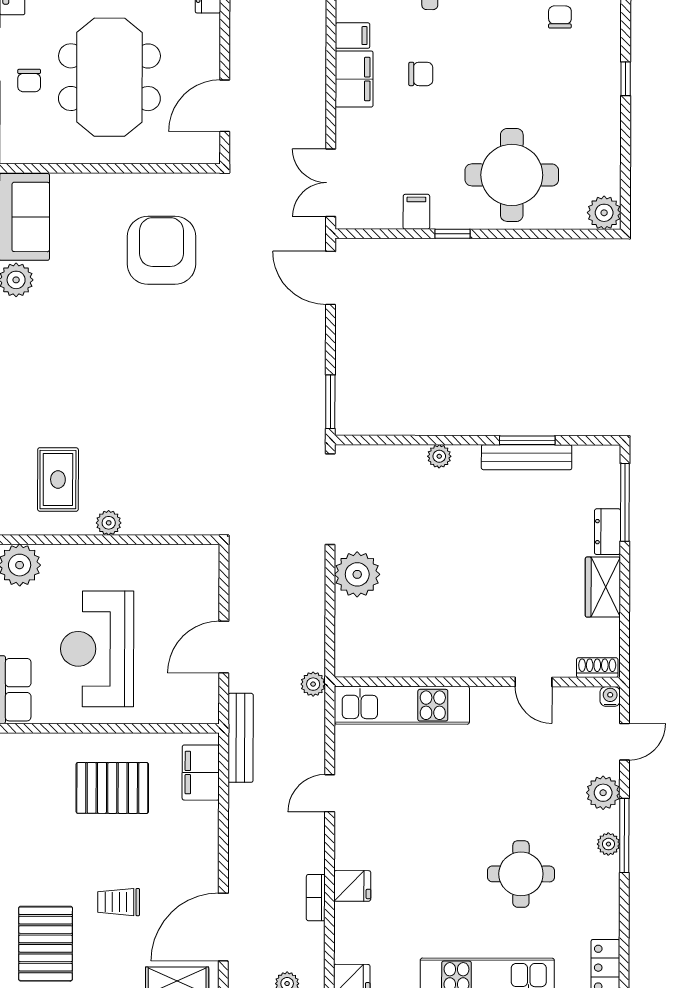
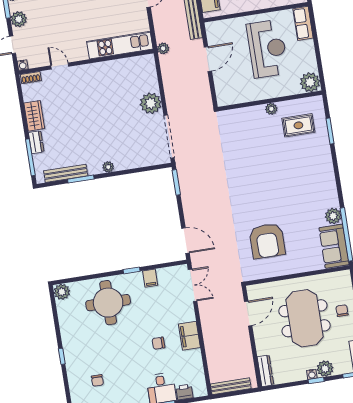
filing cabinet: (353, 36) -> (193, 356), removed
plant: (439, 456) -> (108, 167), moved
bench: (527, 457) -> (66, 173), moved
rug: (58, 480) -> (298, 125), turned 90

